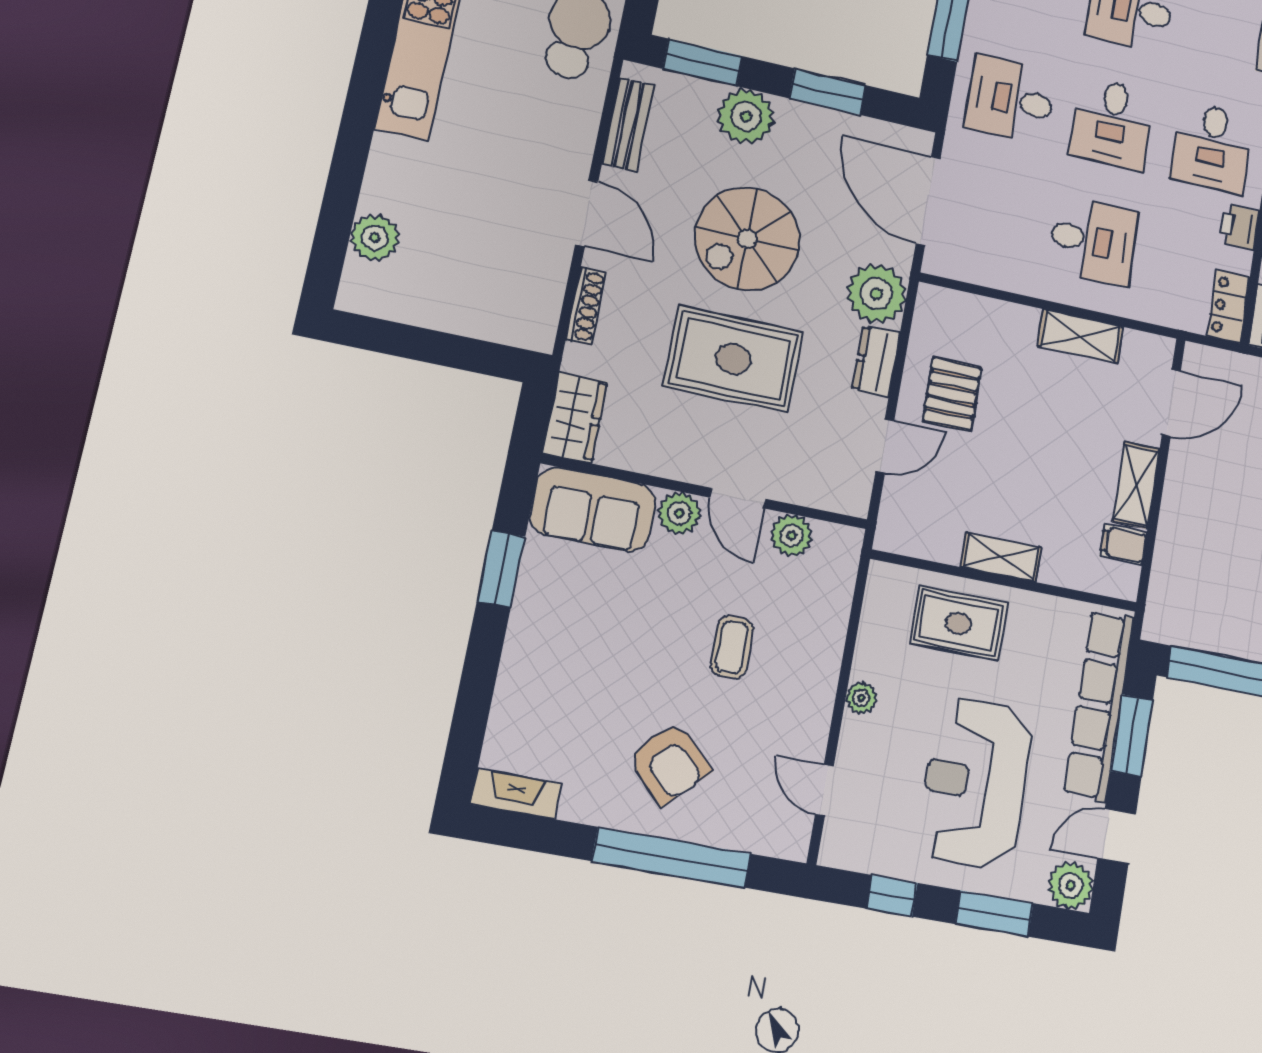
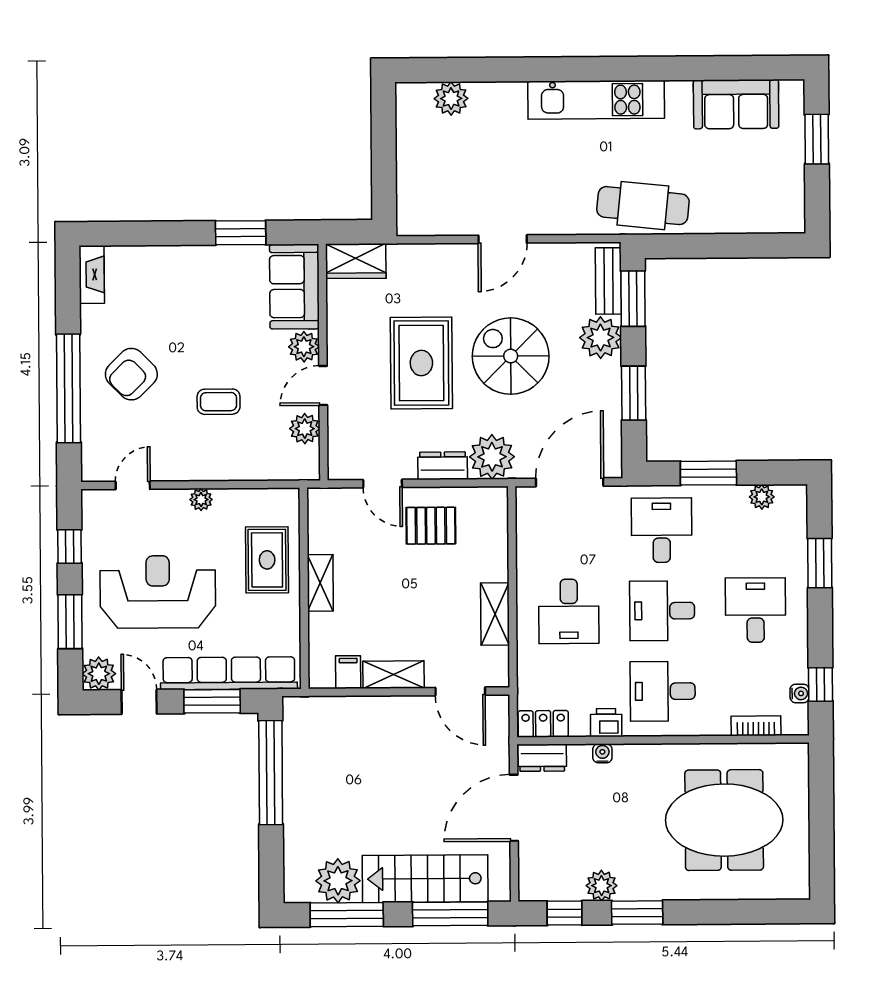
bench: (628, 124) -> (608, 281), moved, turned 90
shoe rack: (586, 306) -> (436, 252), removed

